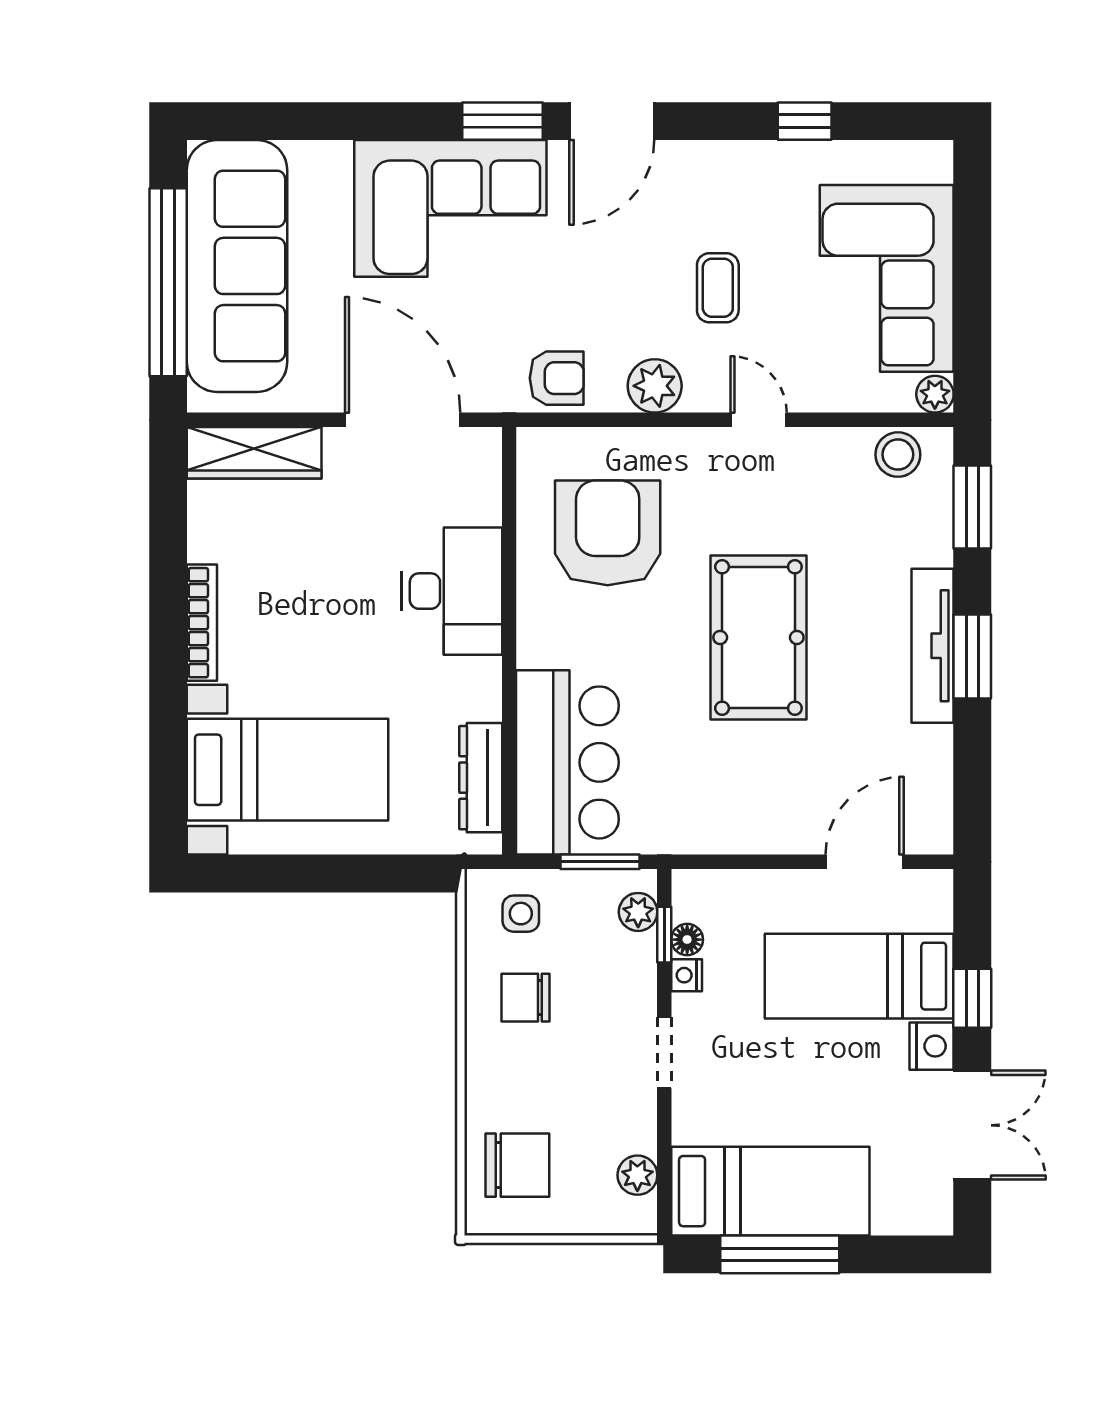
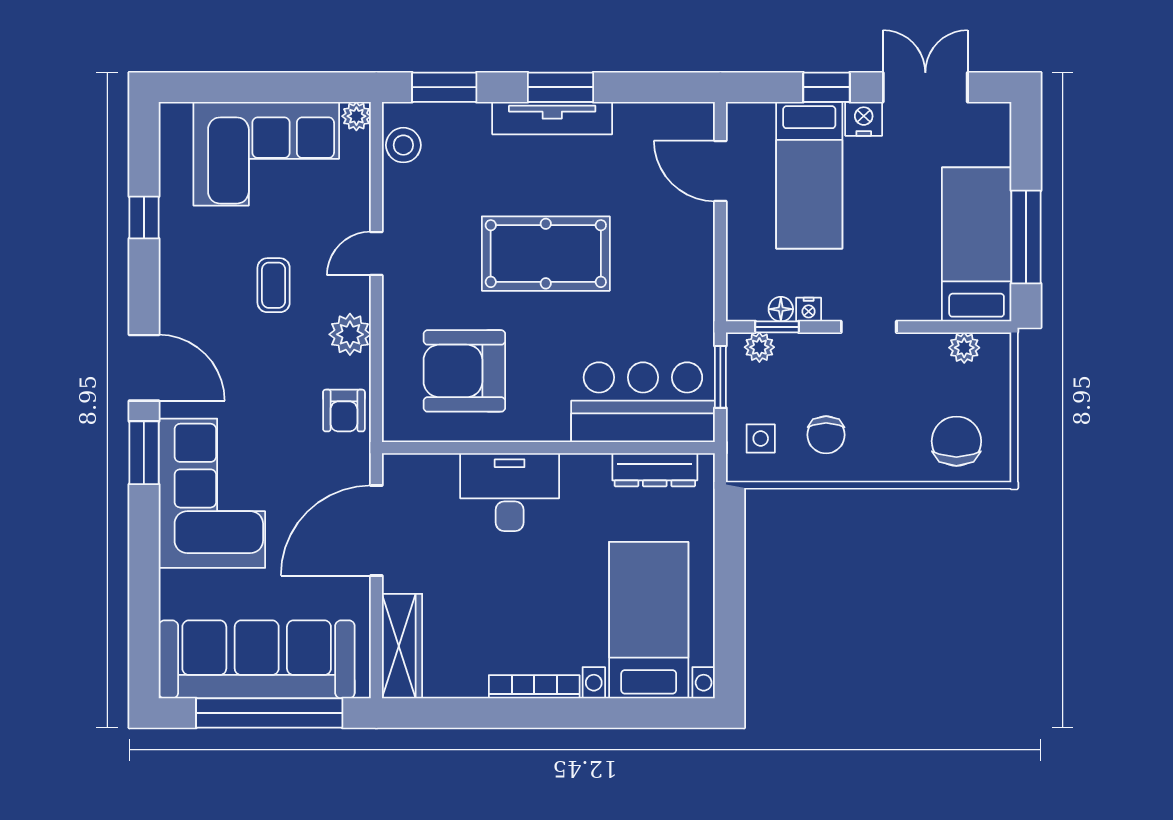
coffee table: (718, 288) -> (274, 285), turned 90
armchair: (557, 378) -> (344, 411), turned 180

